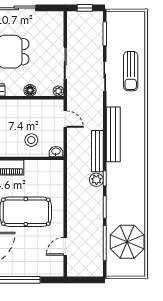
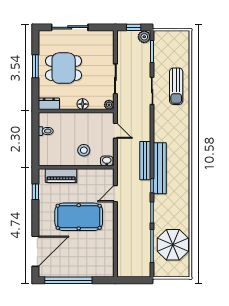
bench: (113, 134) -> (160, 168), moved
plant: (96, 180) -> (144, 37), moved
door: (65, 246) -> (115, 194), moved

